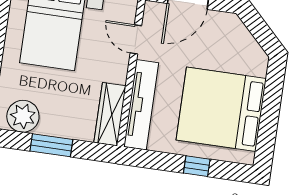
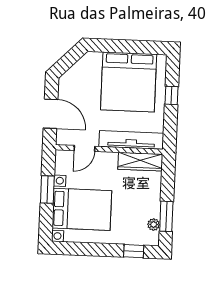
plant: (23, 116) -> (154, 225), width x0.53, depth x0.53
window: (51, 145) -> (166, 216), moved

